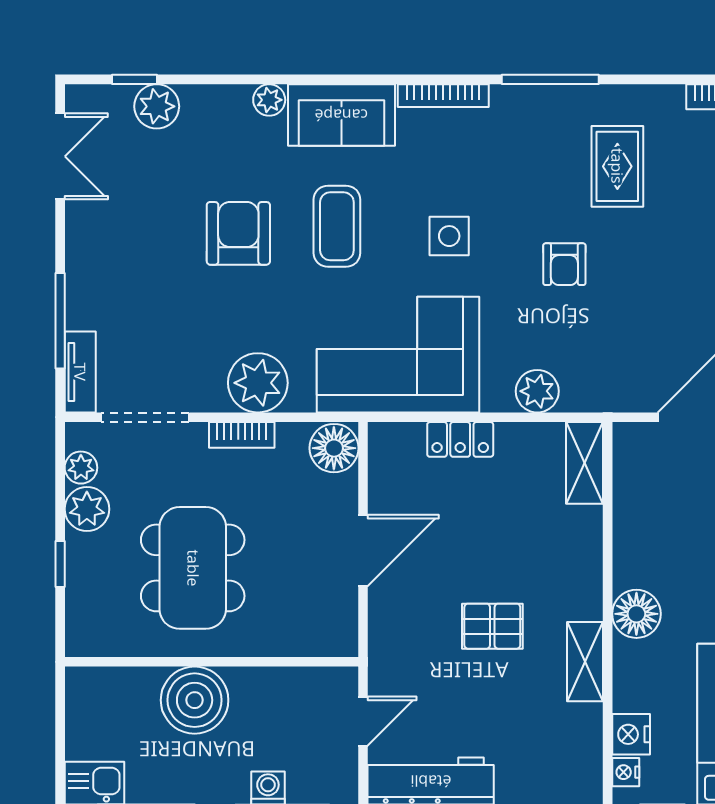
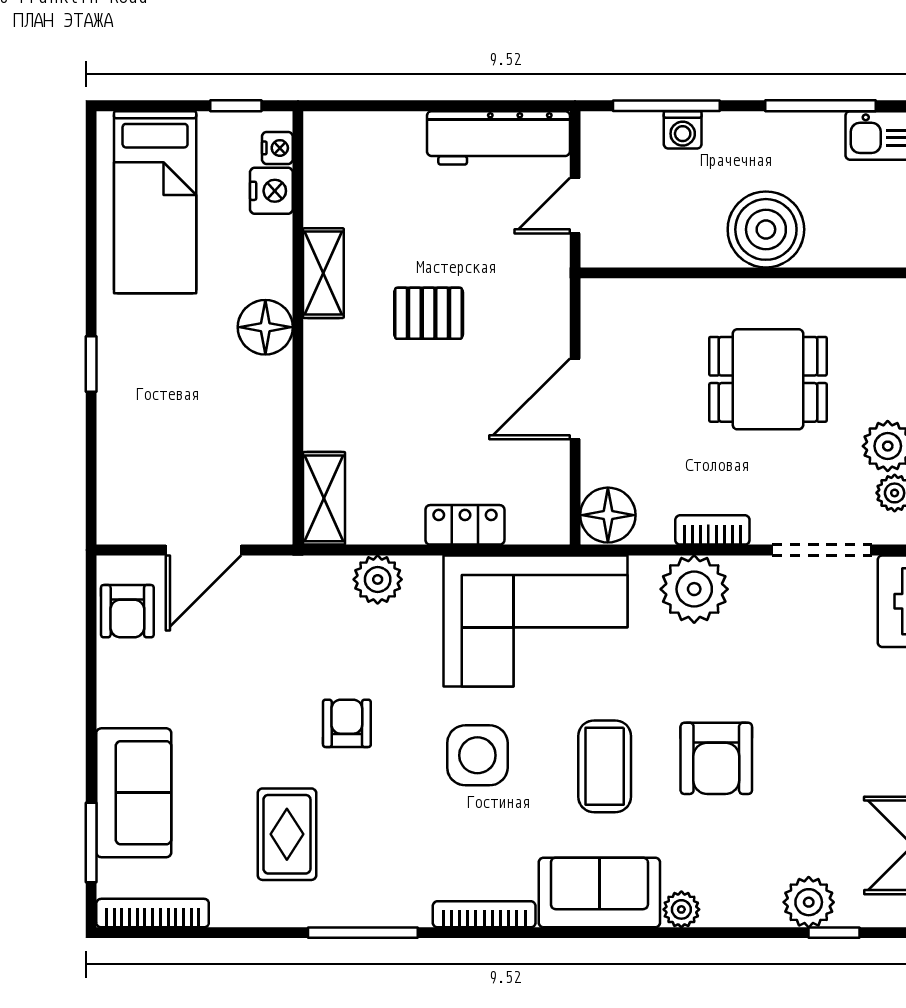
side table: (449, 236) -> (477, 755), width x1.37, depth x1.37
dining table: (193, 568) -> (768, 379), width x0.73

